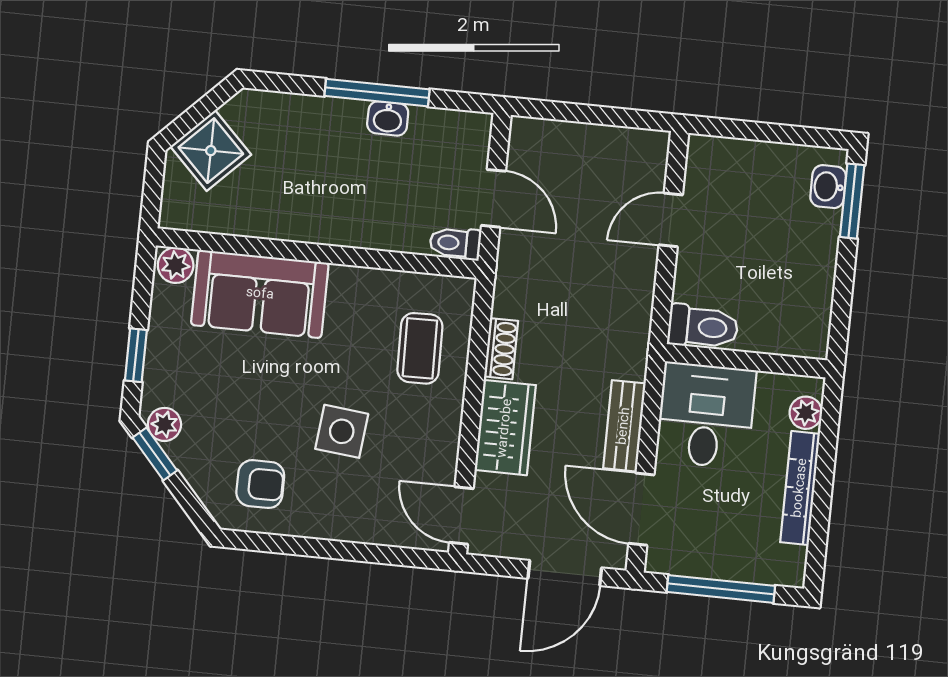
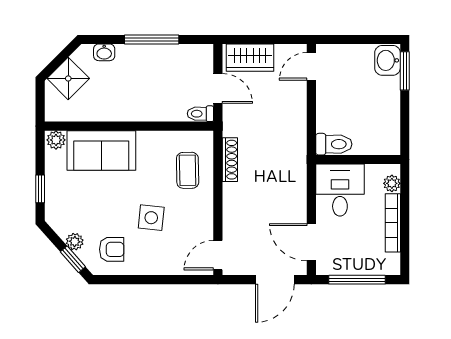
washbasin: (388, 118) -> (104, 52), moved
washbasin: (828, 187) -> (388, 60), width x1.38, depth x1.45
door: (671, 220) -> (311, 66), moved
shoe rack: (501, 349) -> (230, 160), width x1.43
plant: (164, 424) -> (75, 242), moved
bench: (624, 426) -> (298, 200), removed
wardrobe: (505, 428) -> (250, 58), moved, turned 90
window: (155, 454) -> (73, 259), moved
door: (461, 516) -> (218, 255), hinge flipped

